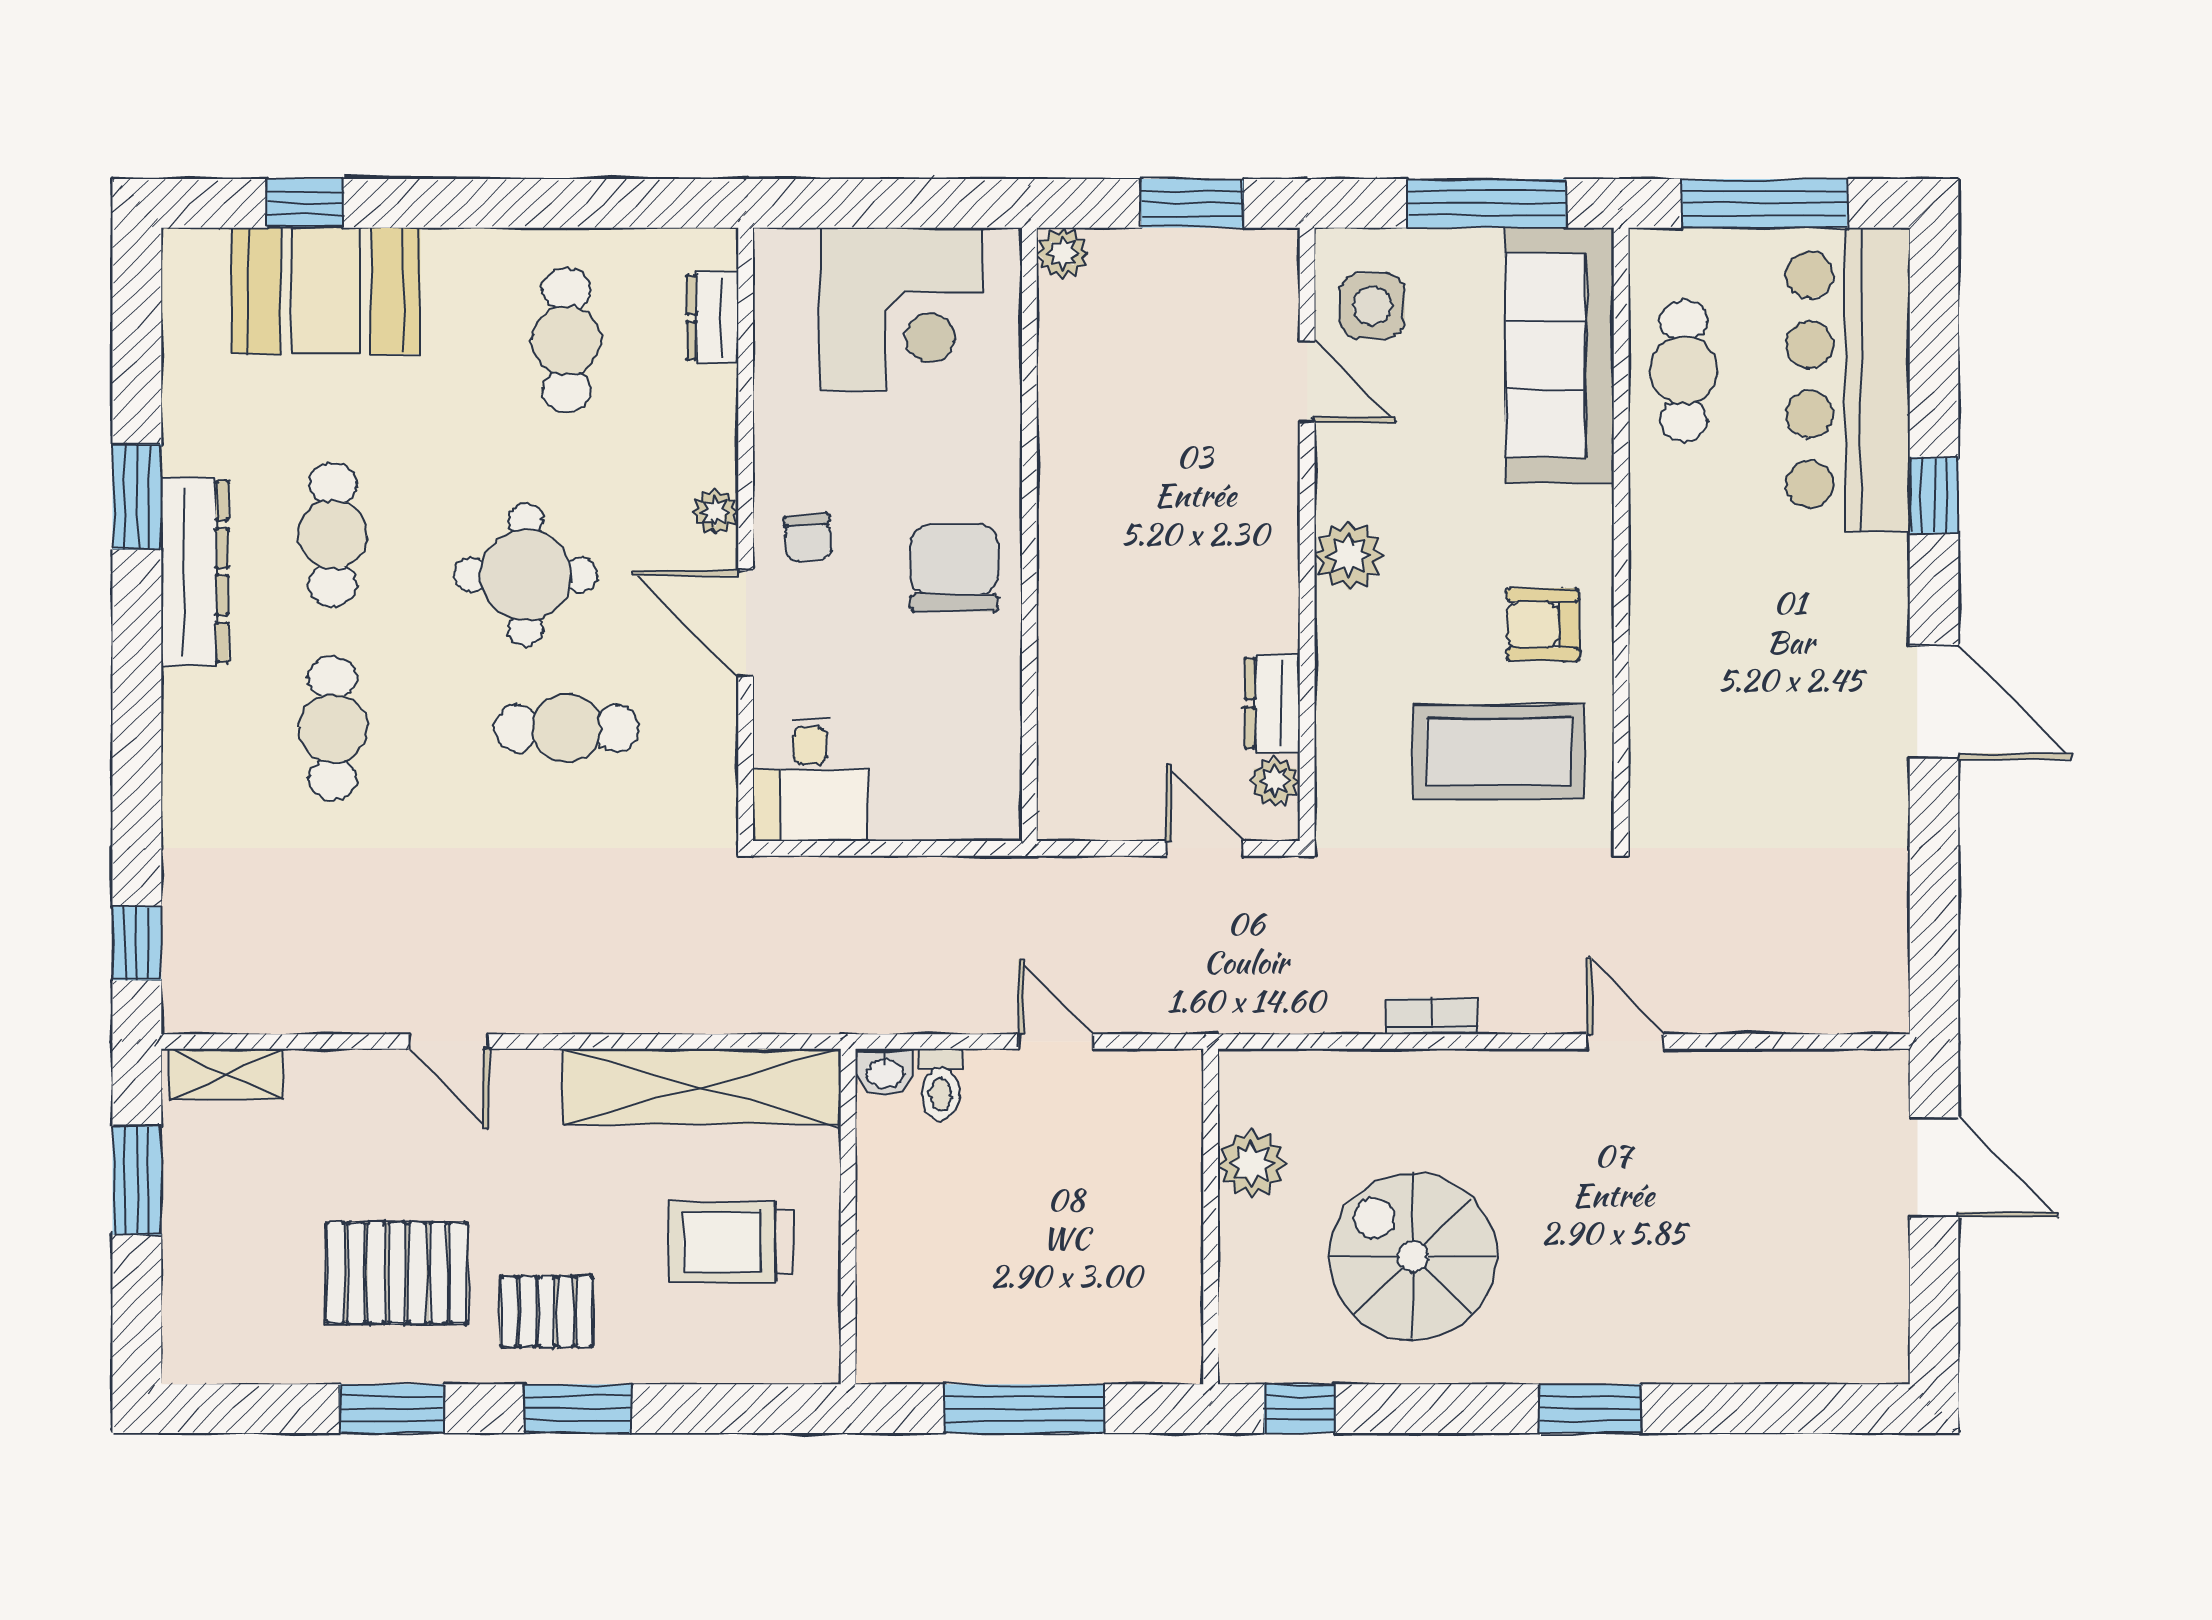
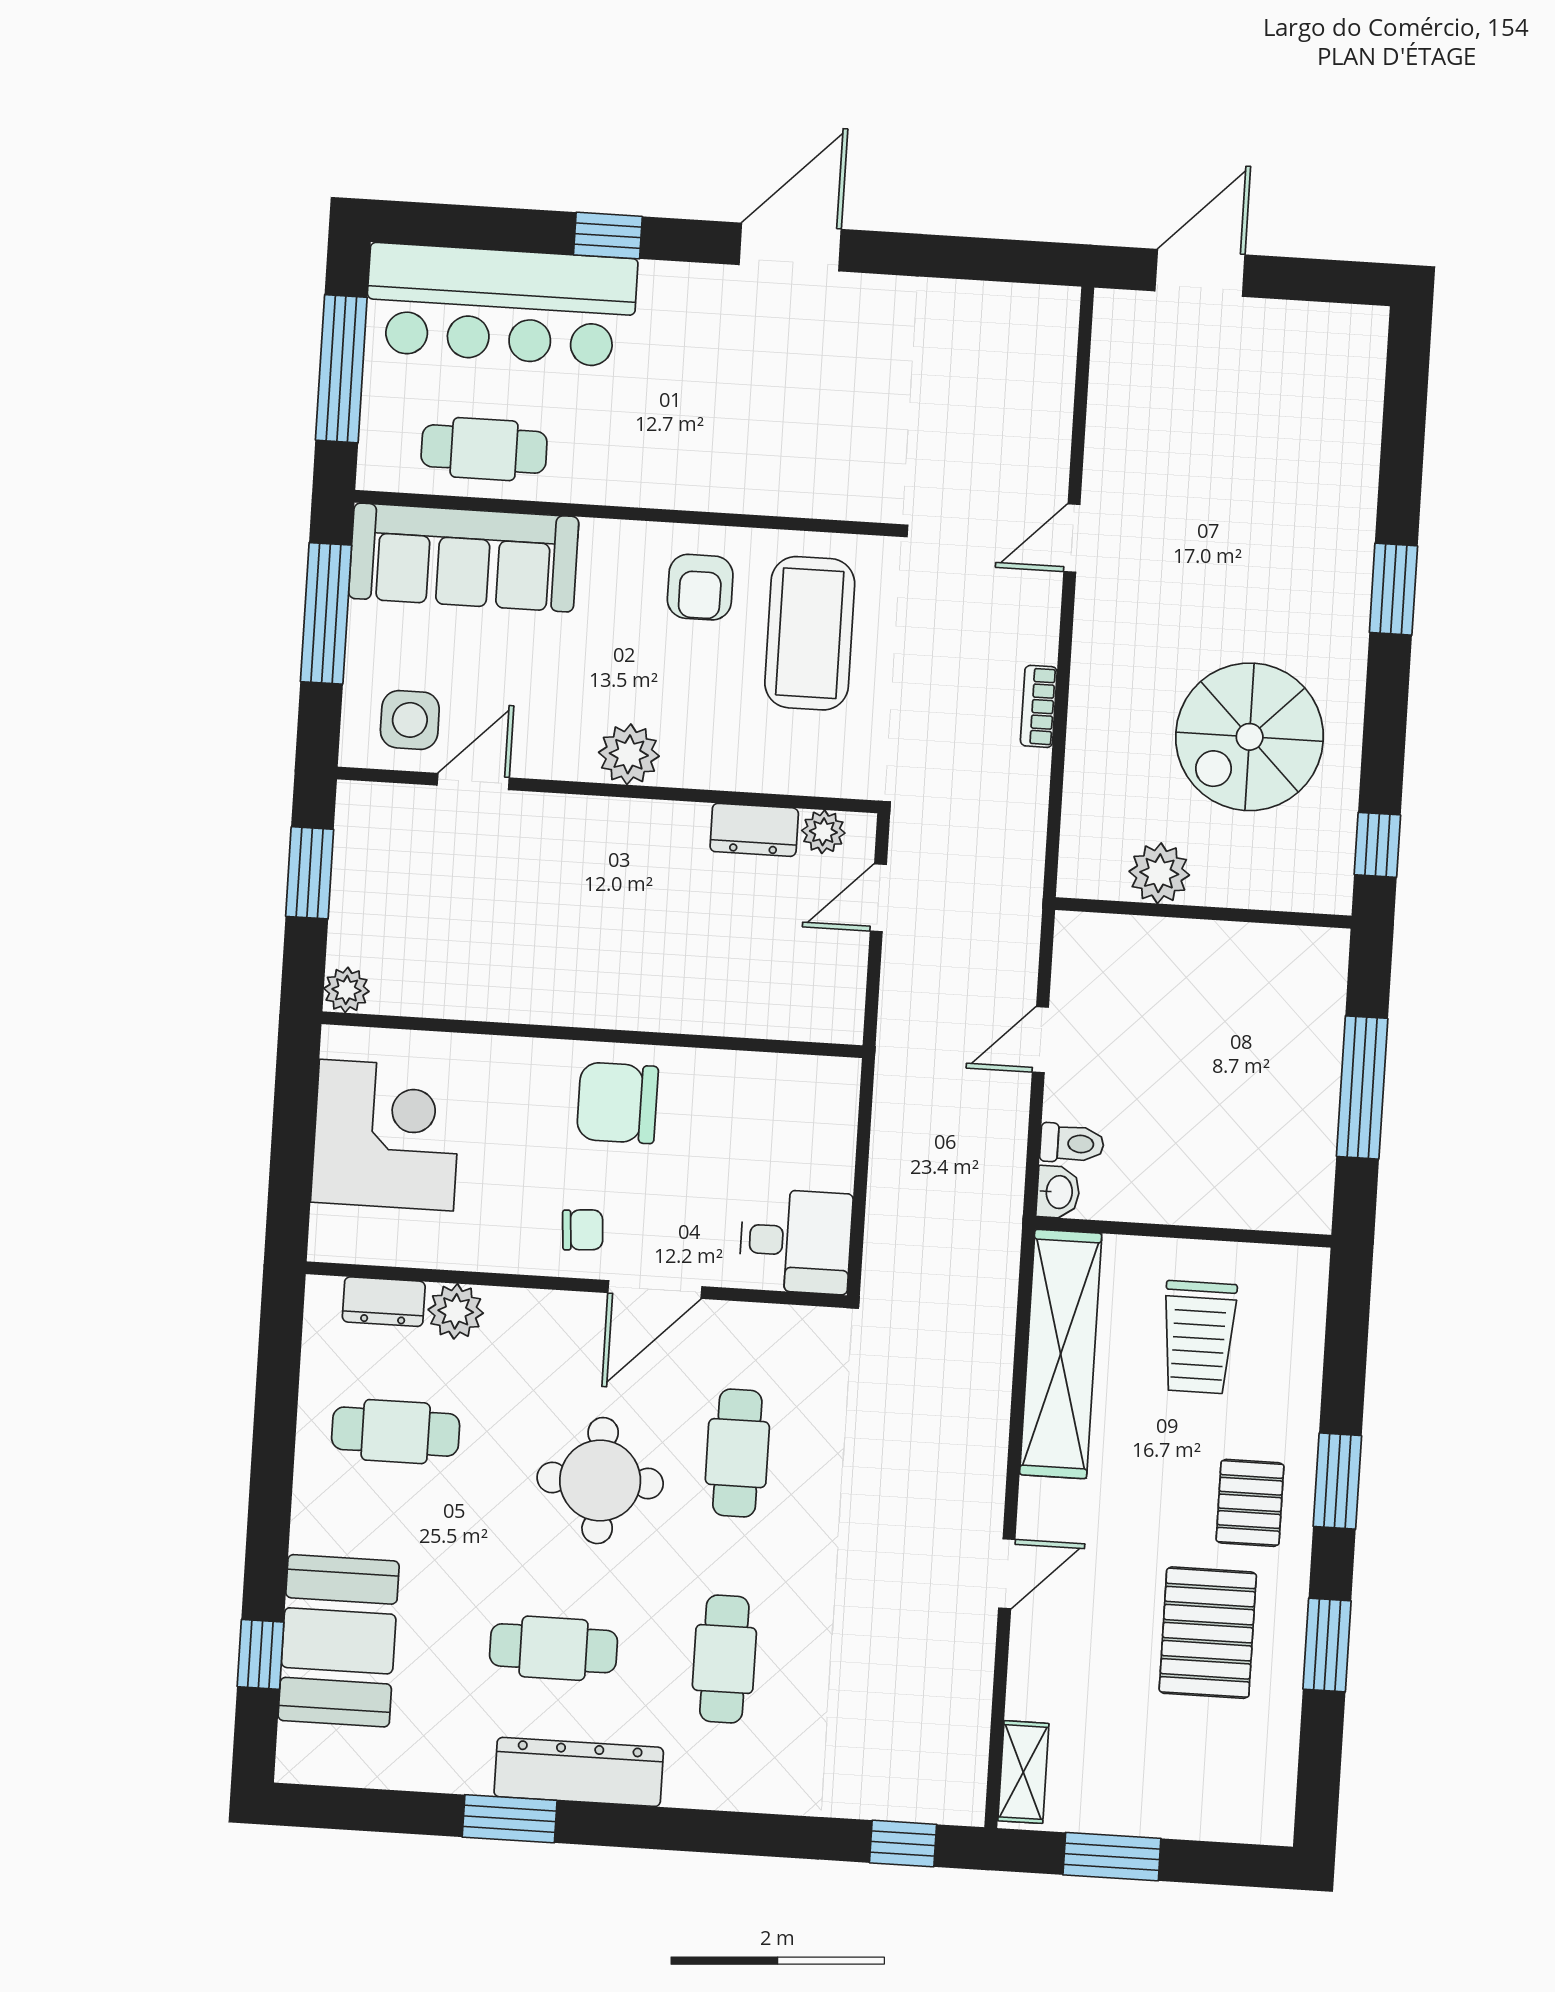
plant: (715, 512) -> (456, 1311), moved, width x1.38, depth x1.38
cafe table: (333, 728) -> (724, 1659), turned 90

